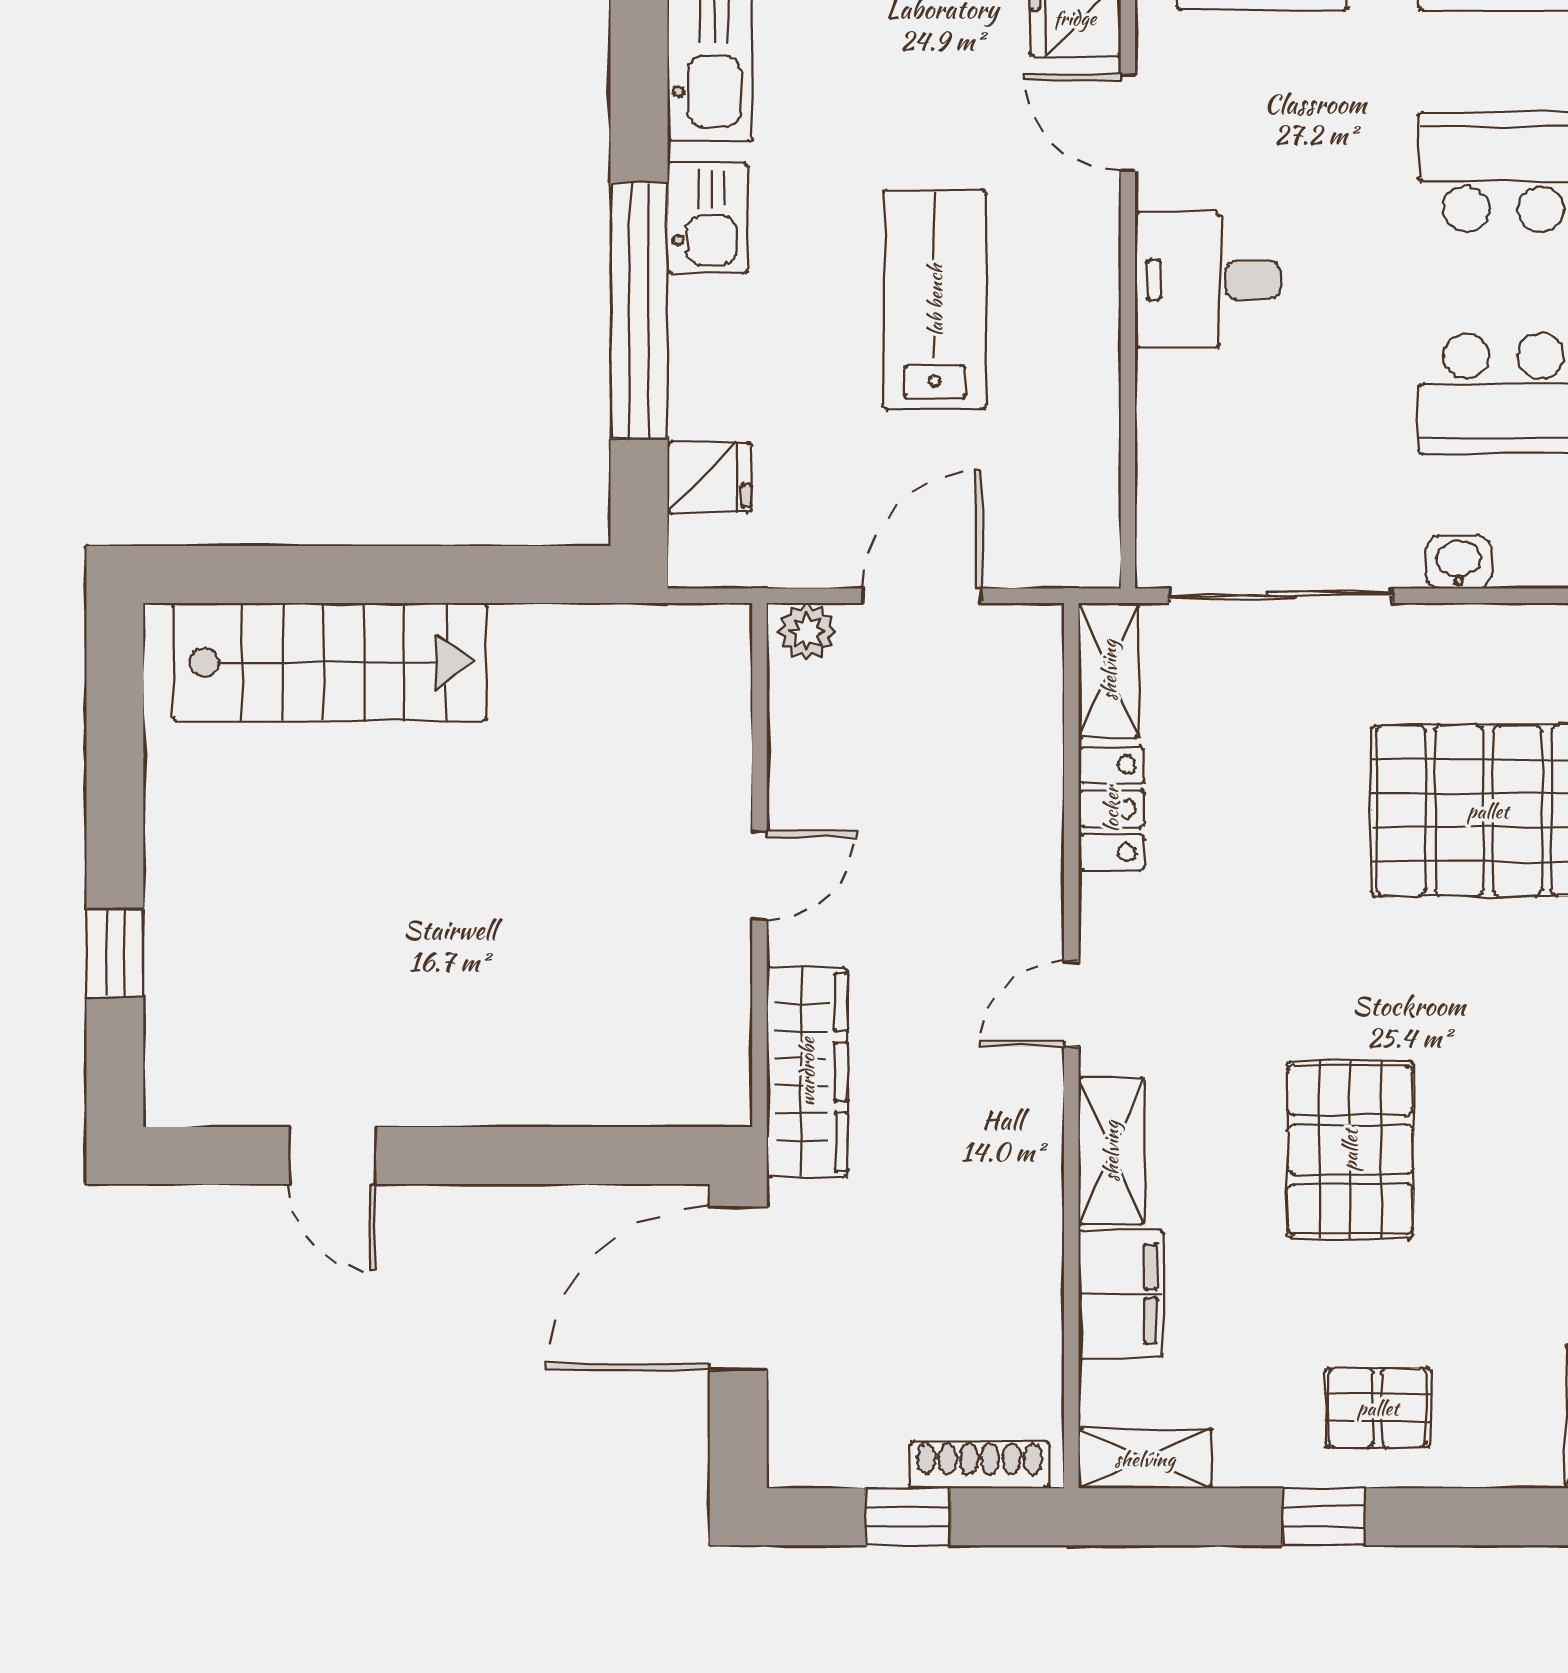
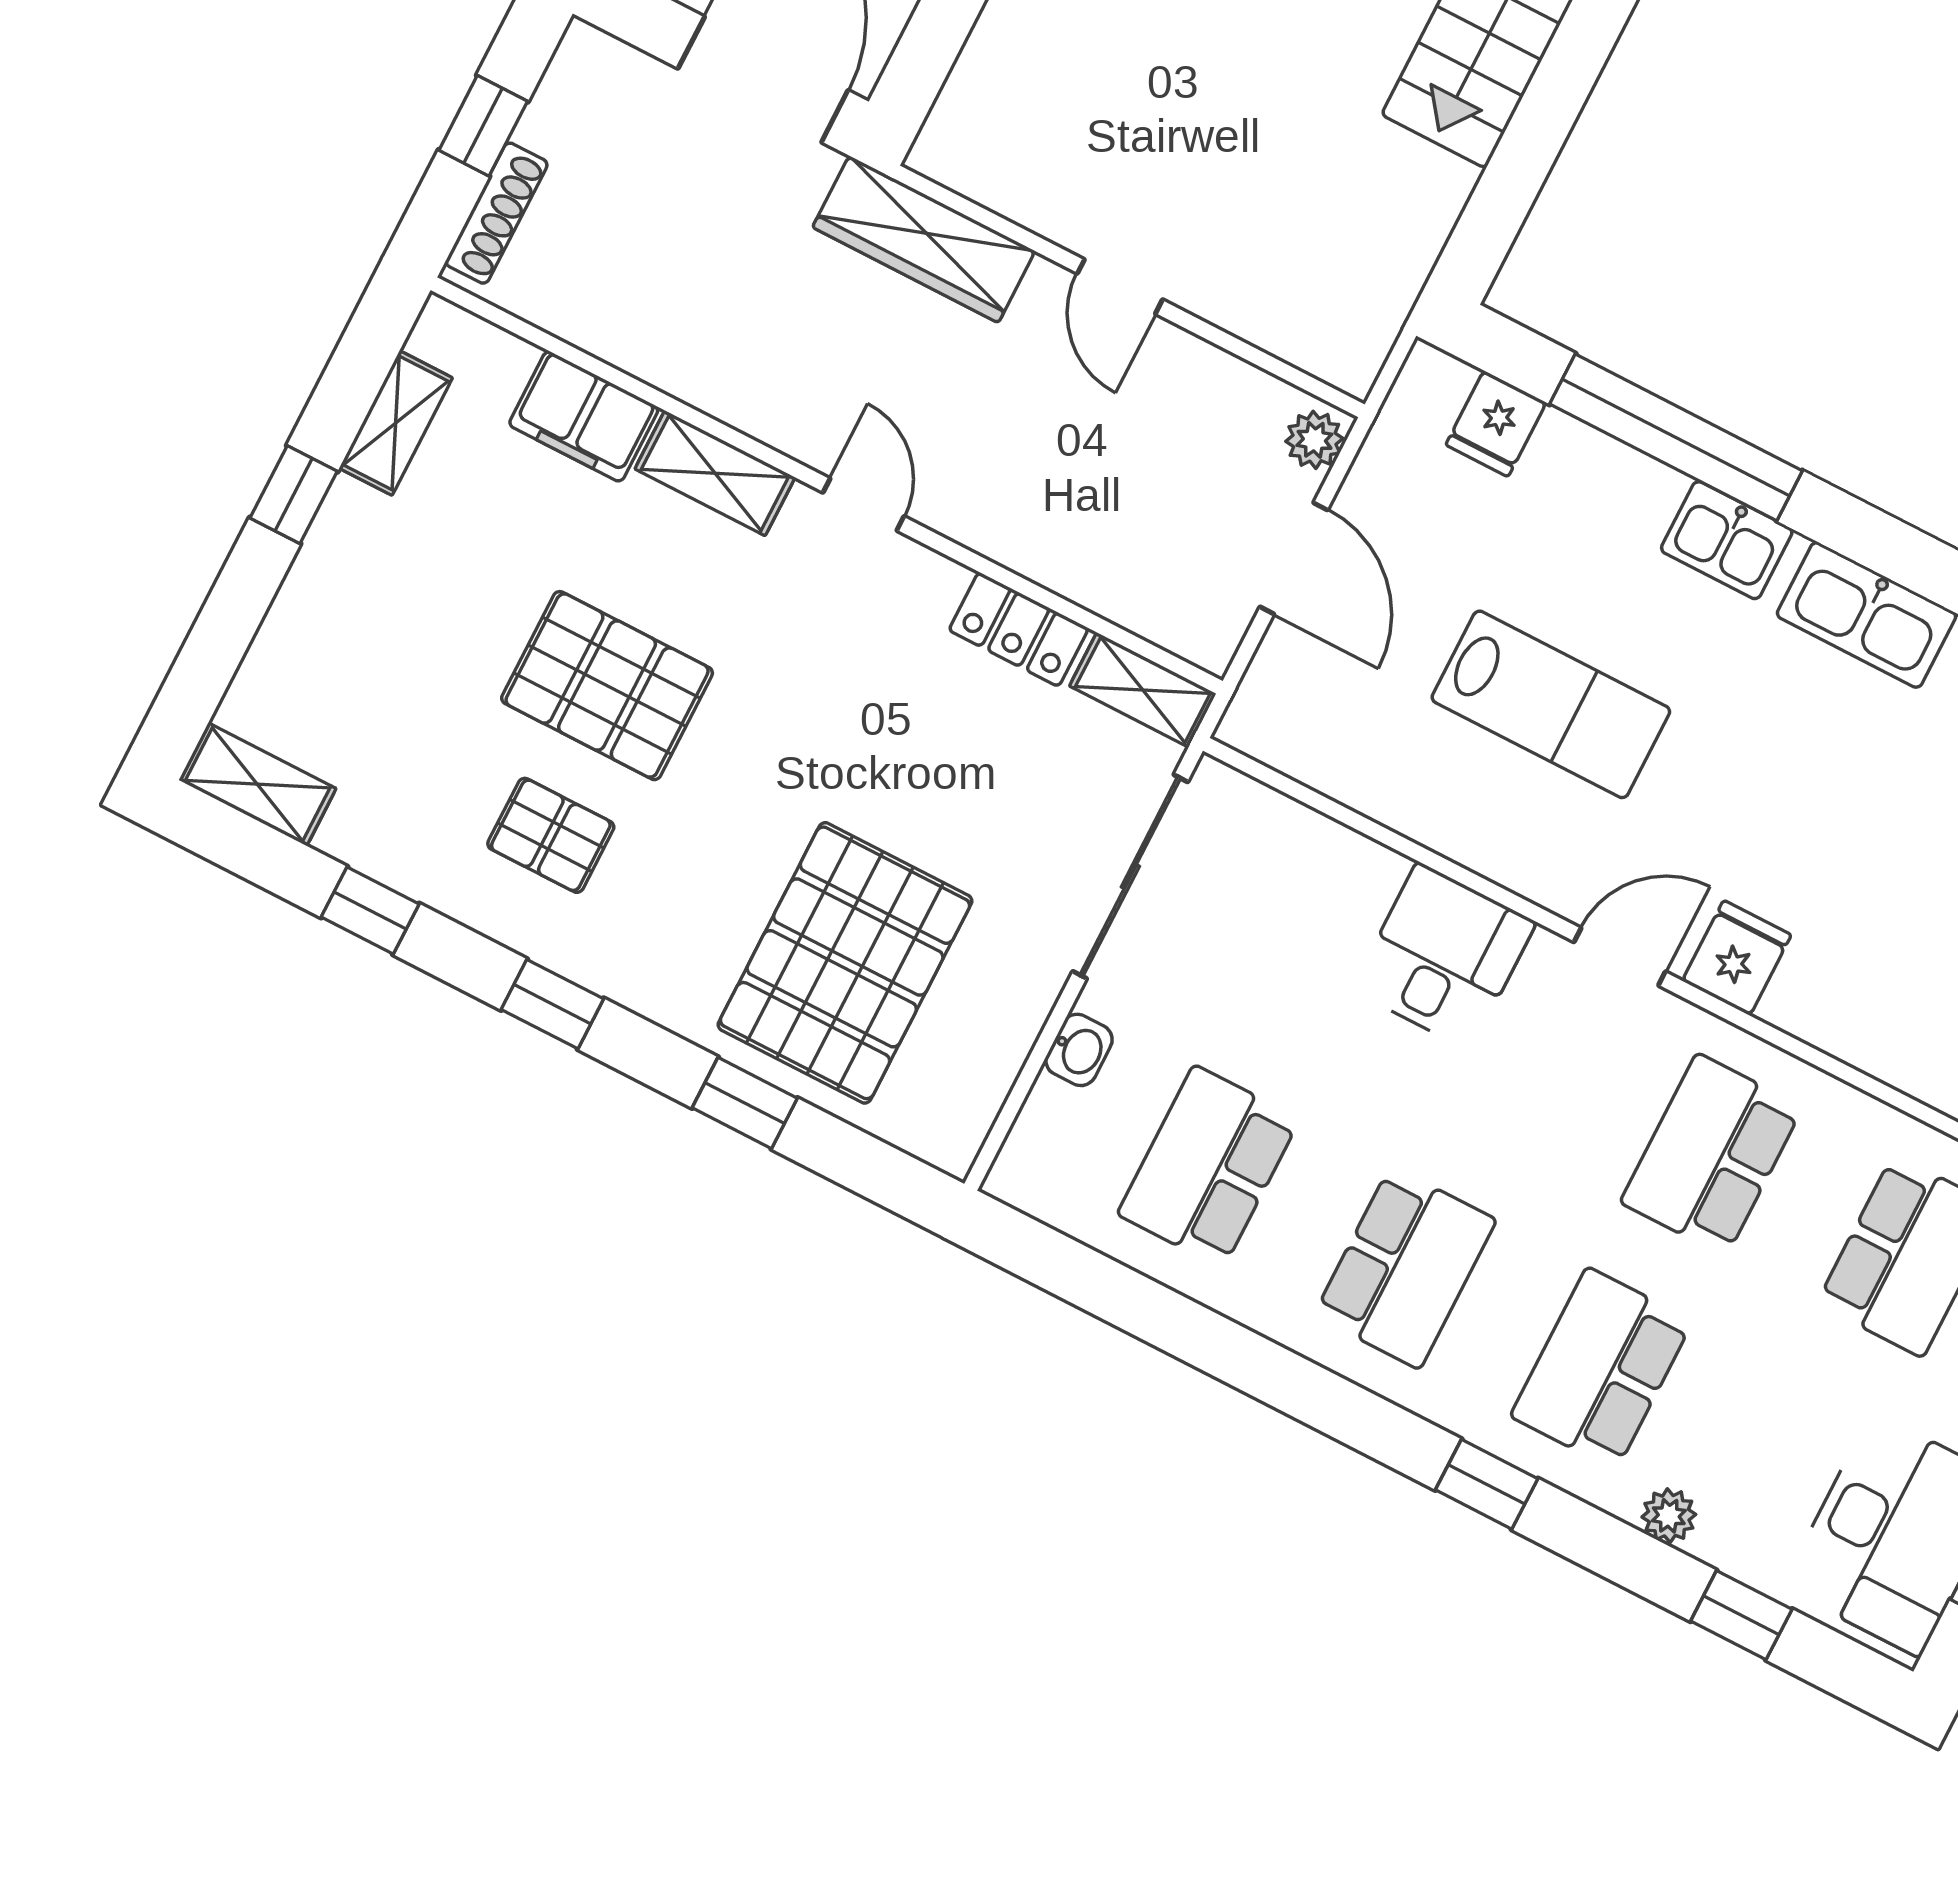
pallet: (1378, 1408) -> (551, 835), moved, turned 90
shelving: (1145, 1459) -> (396, 423), moved

